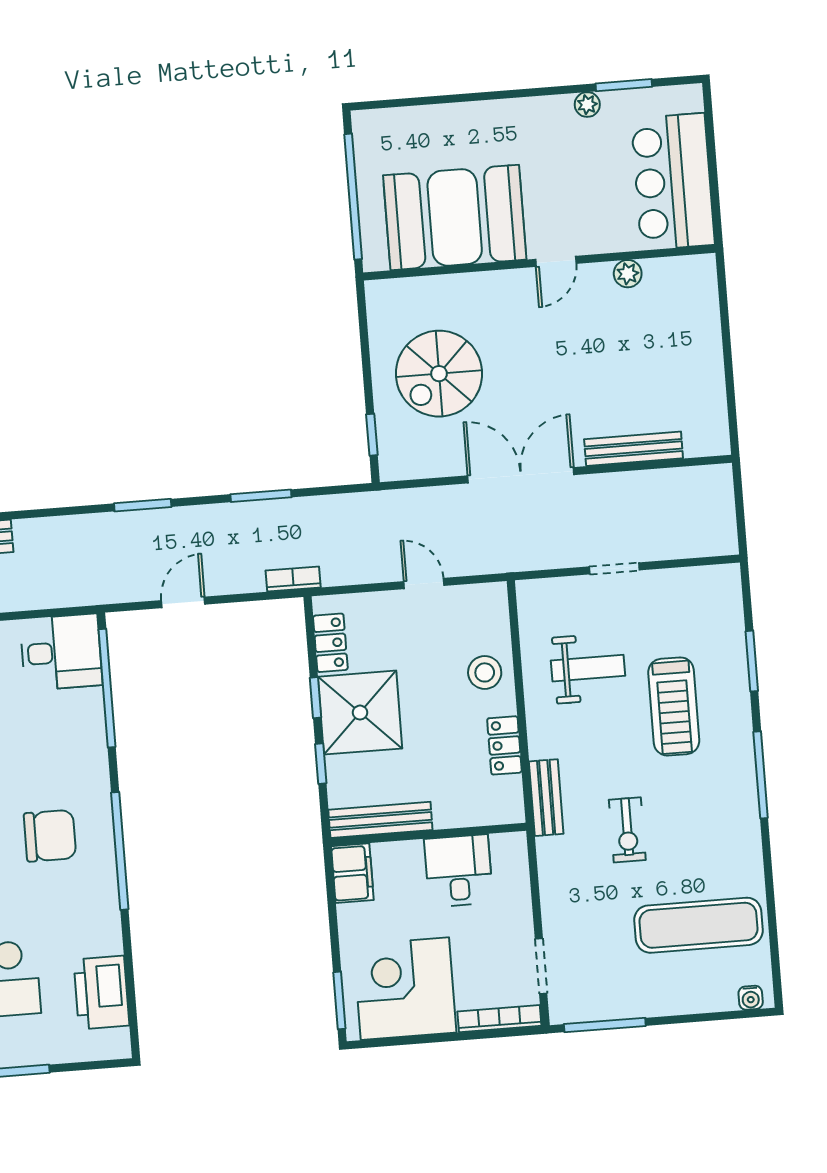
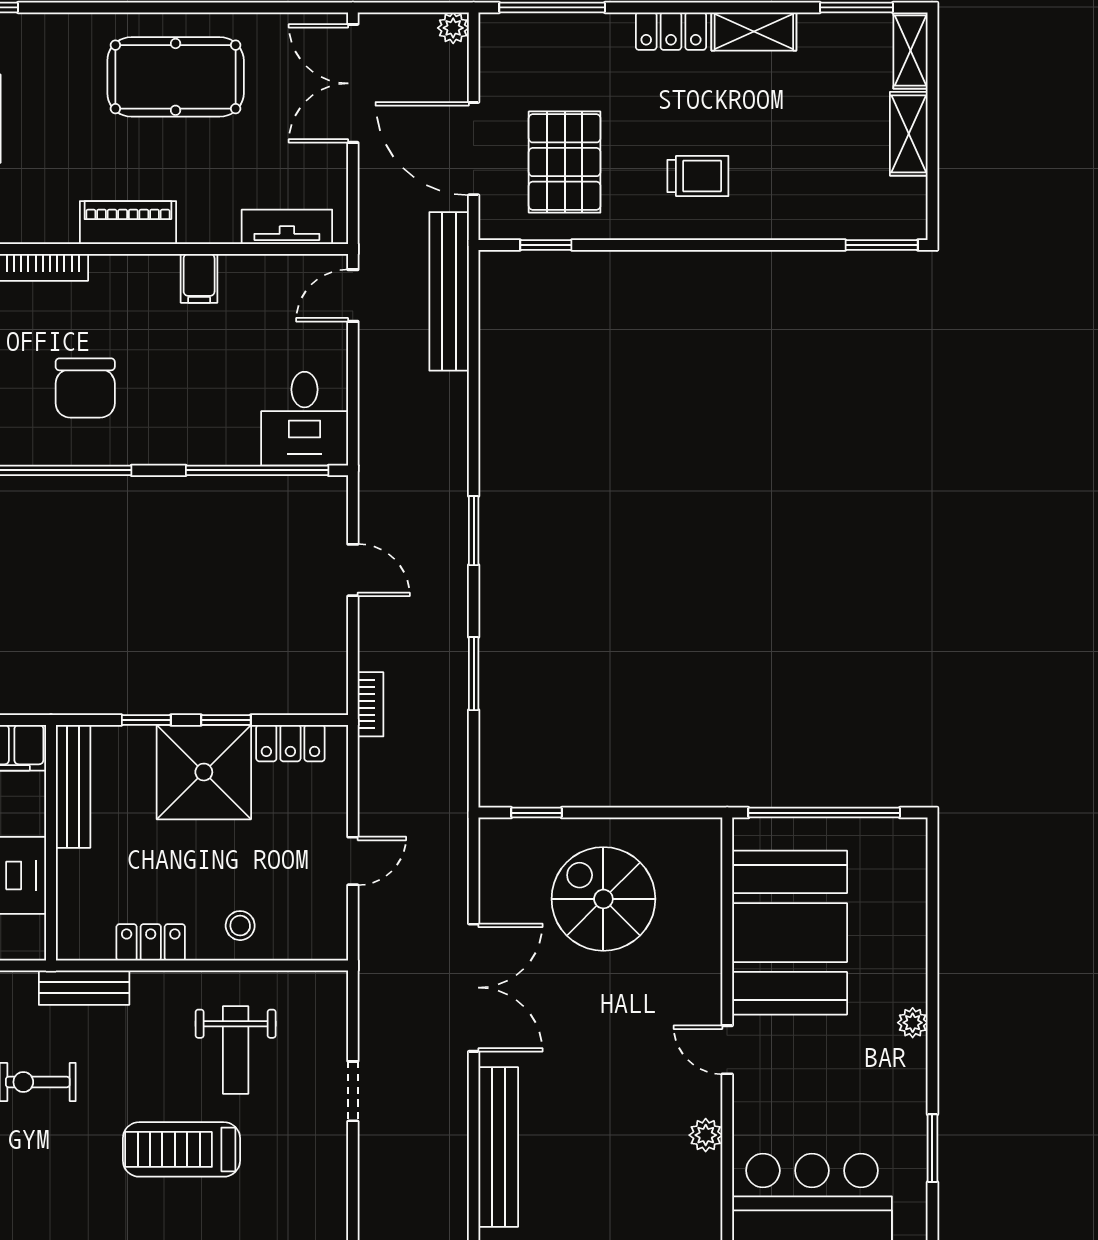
plant: (587, 105) -> (913, 1023), moved
bench: (634, 449) -> (498, 1147), width x1.37, depth x1.21
stool: (485, 672) -> (240, 926), width x0.73, depth x0.73

